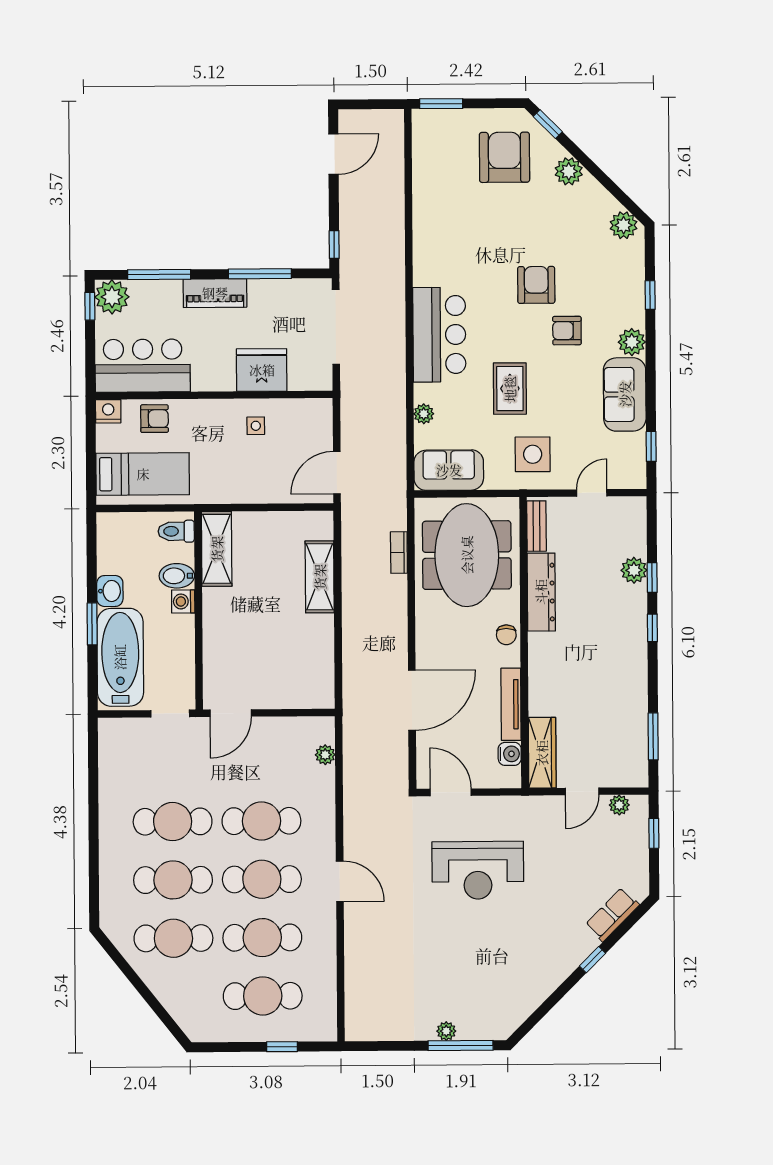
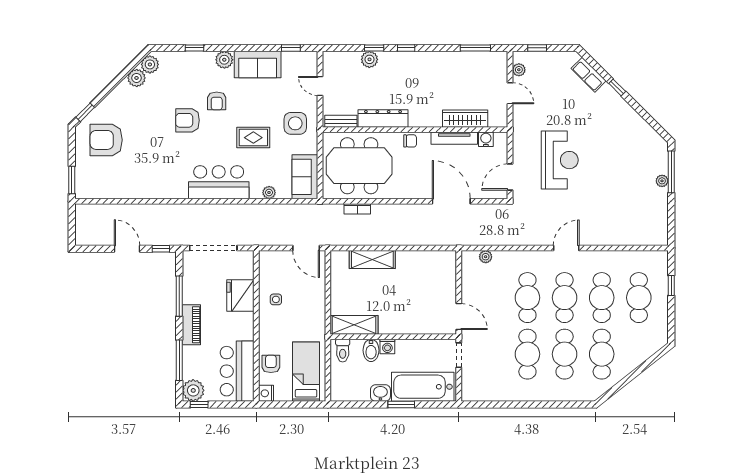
door: (333, 154) -> (127, 249), moved
plant: (569, 171) -> (137, 78), moved
wardrobe: (542, 753) -> (465, 119), moved

